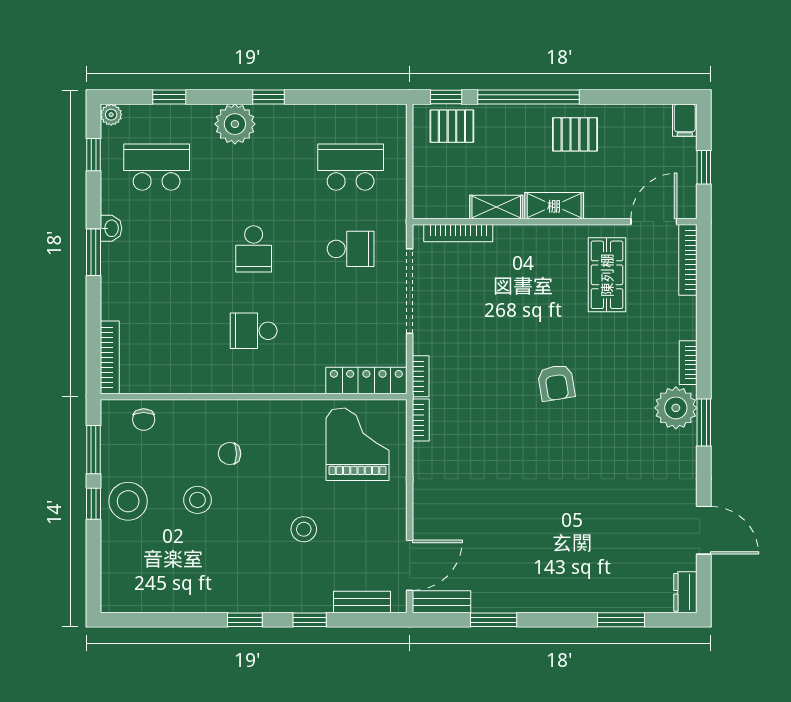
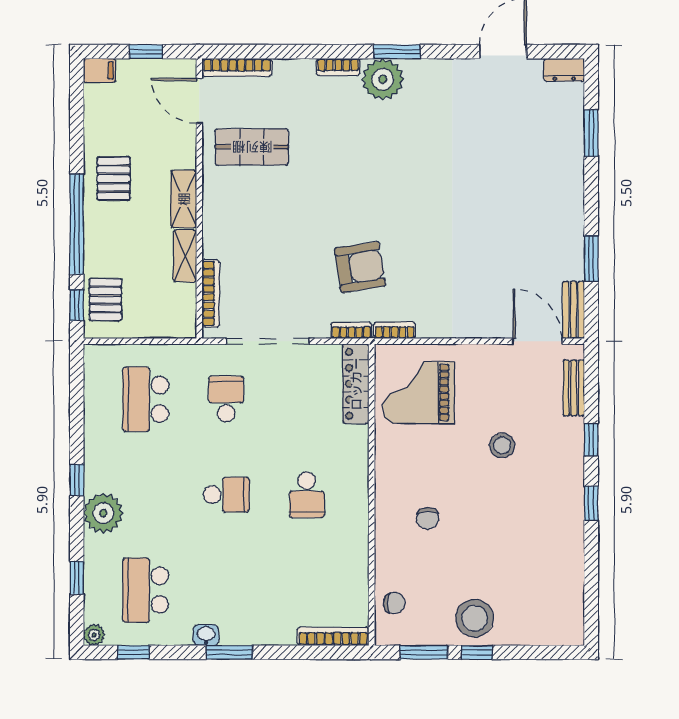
armchair: (556, 383) -> (360, 267), moved, width x1.38, depth x1.38
stool: (197, 500) -> (473, 550), removed

